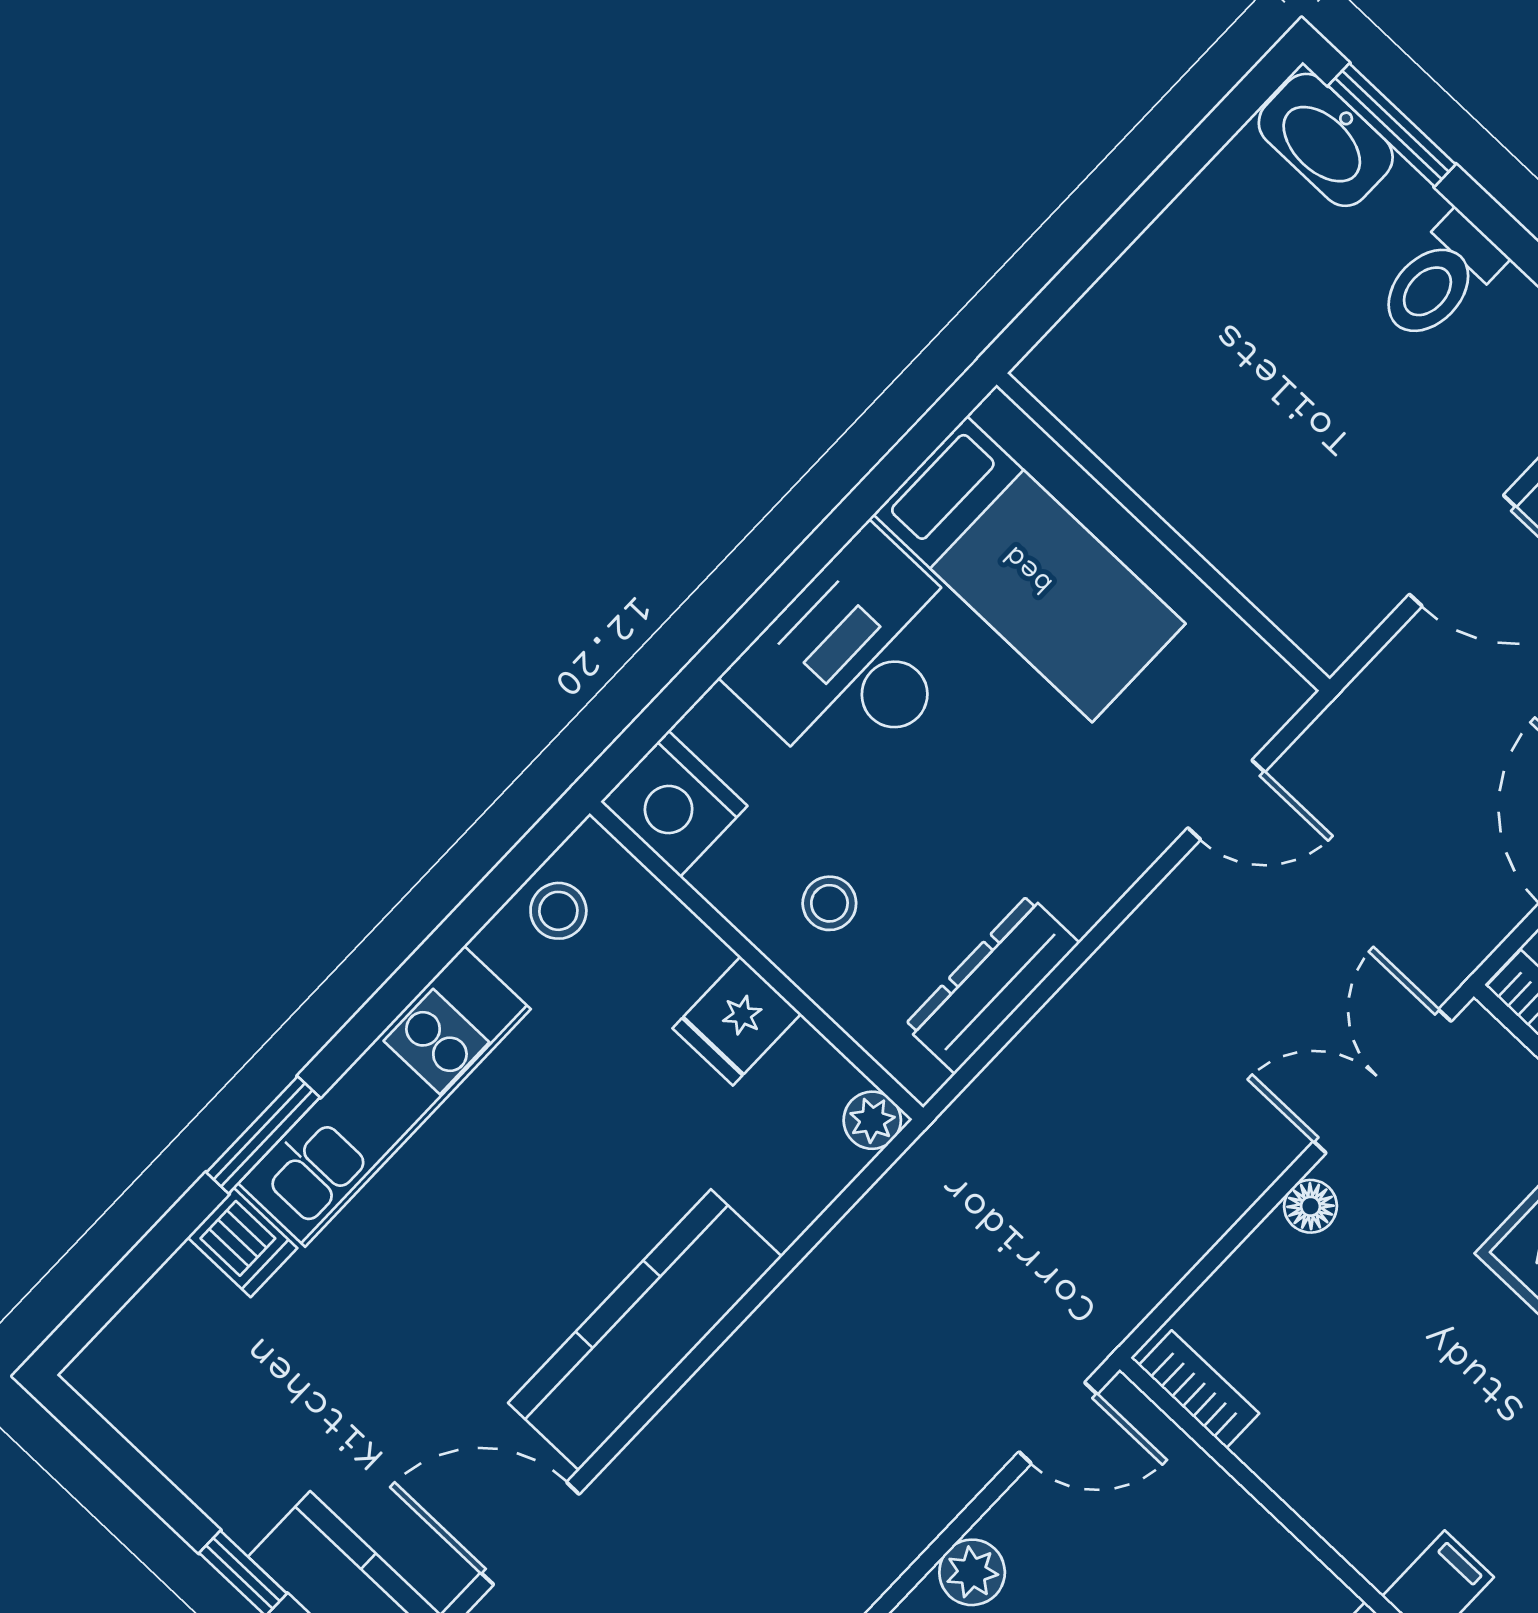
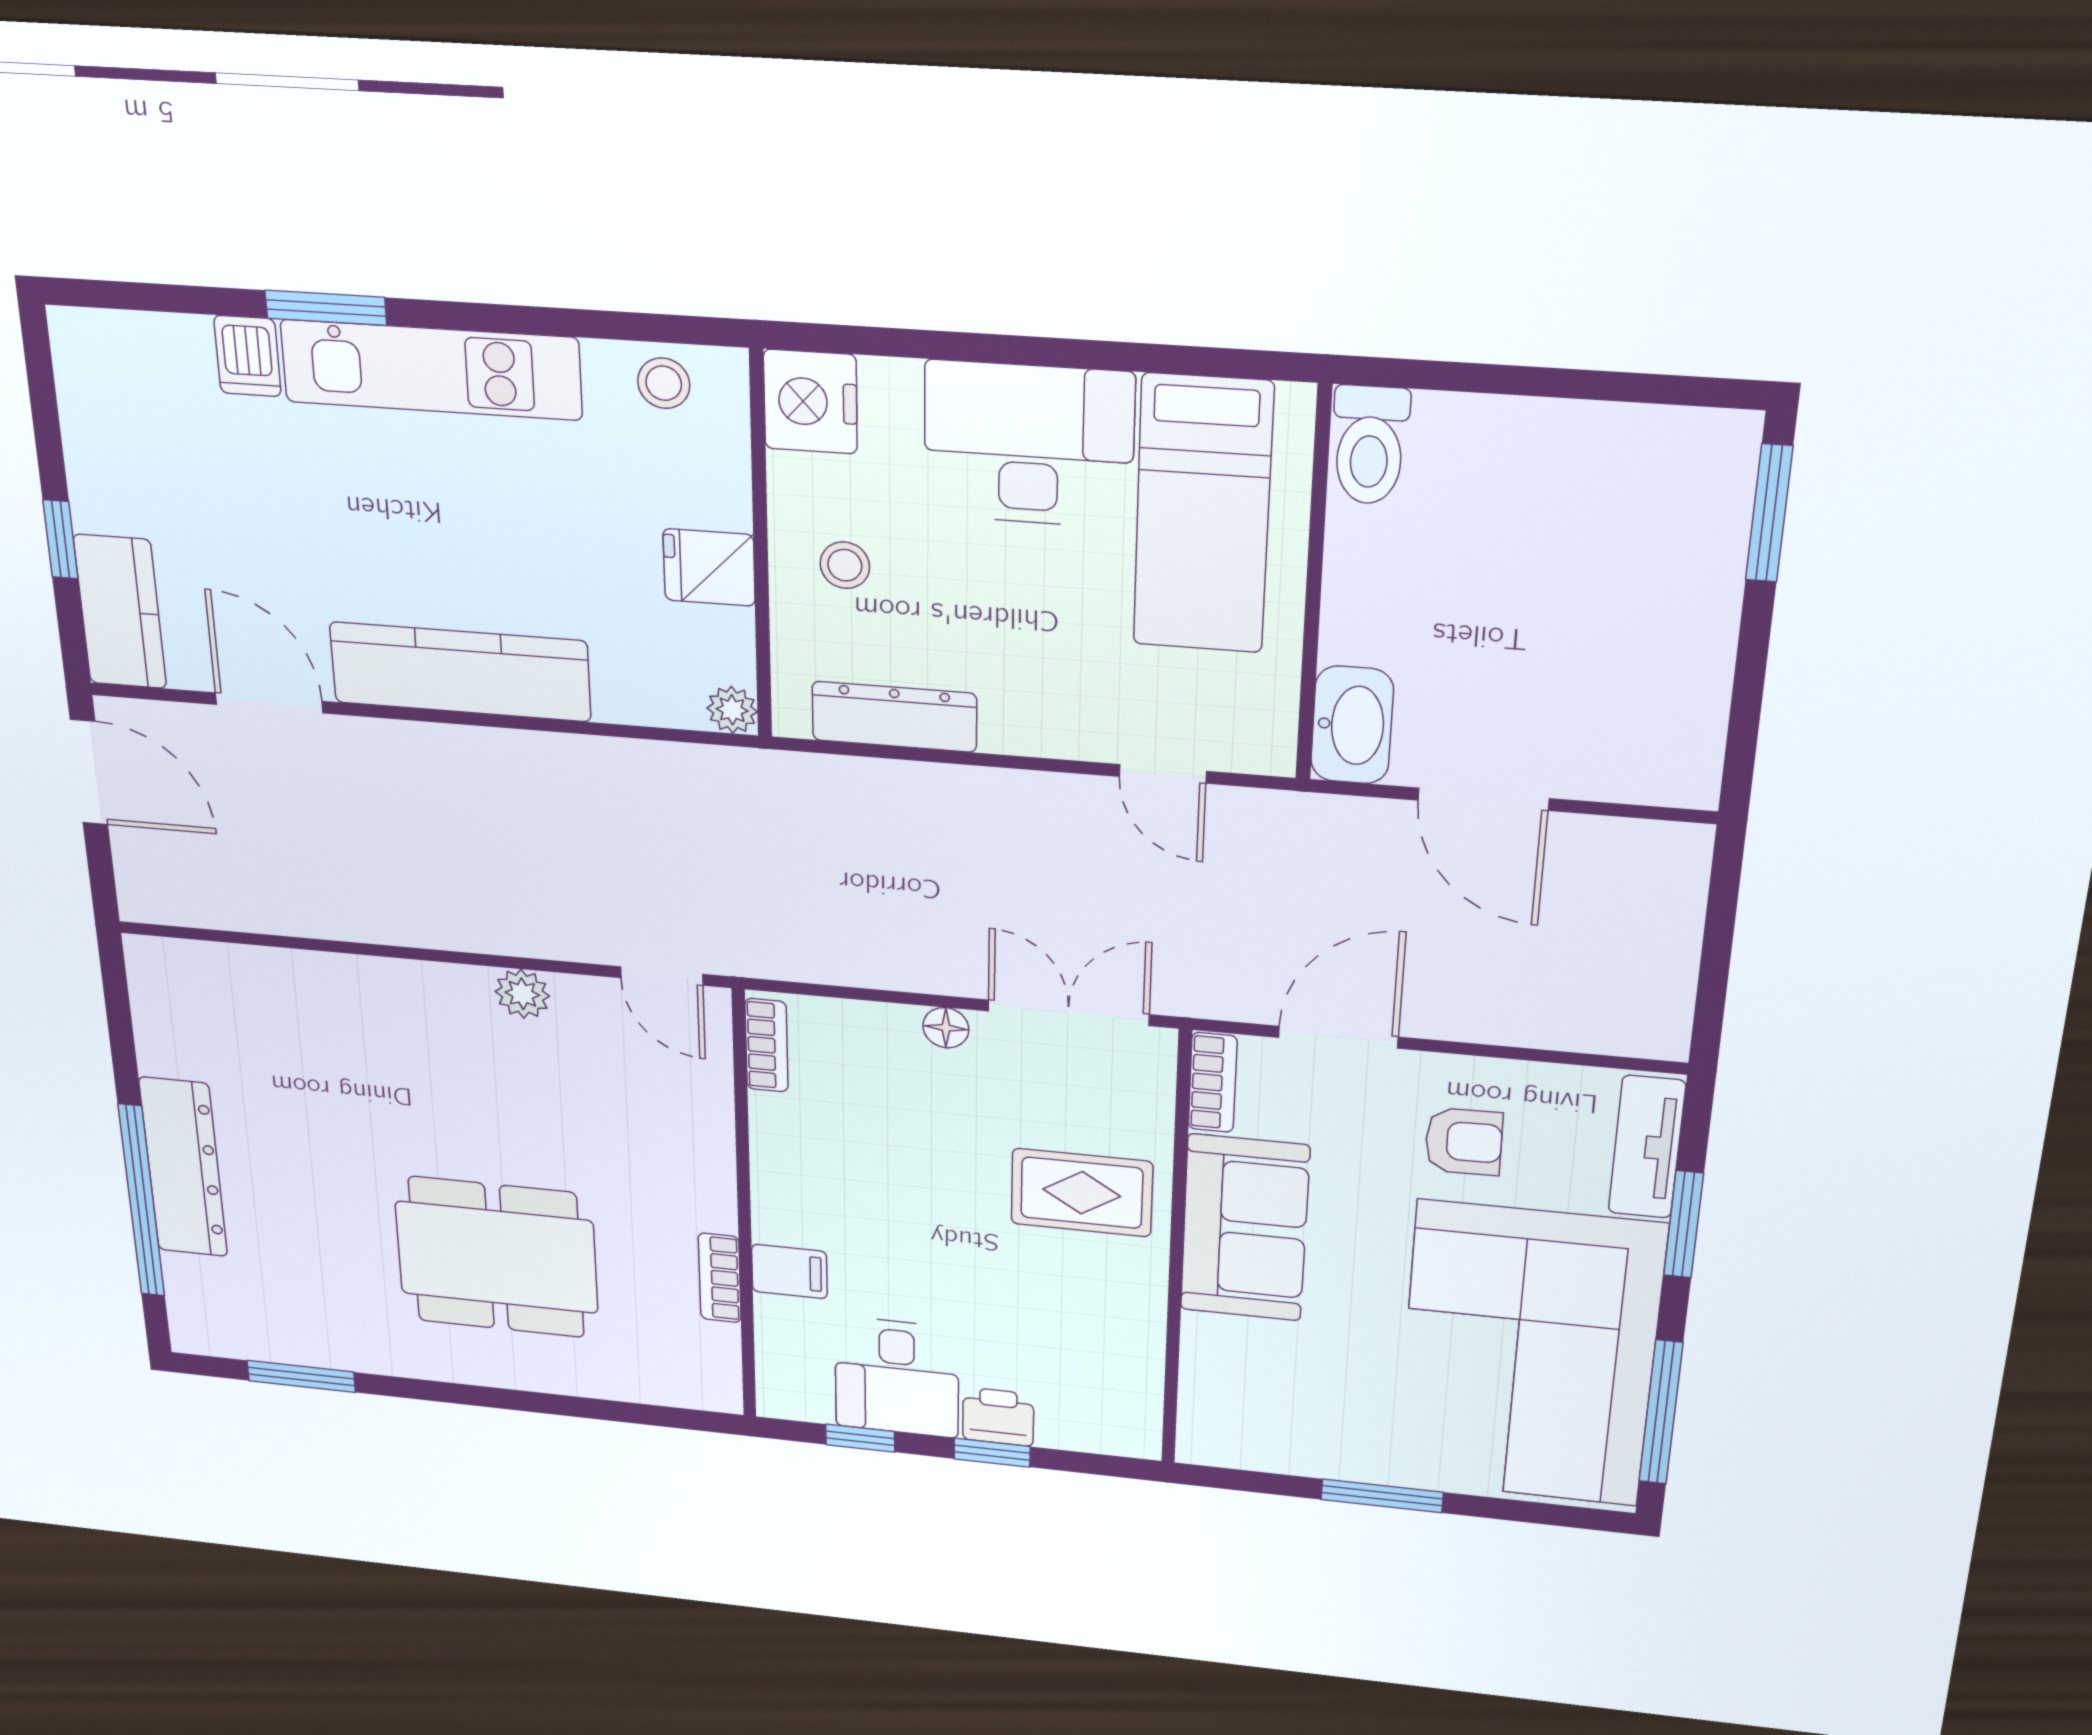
washbasin: (1326, 140) -> (1352, 725), moved, turned 180
toilet: (1440, 278) -> (1370, 445), moved, turned -90

